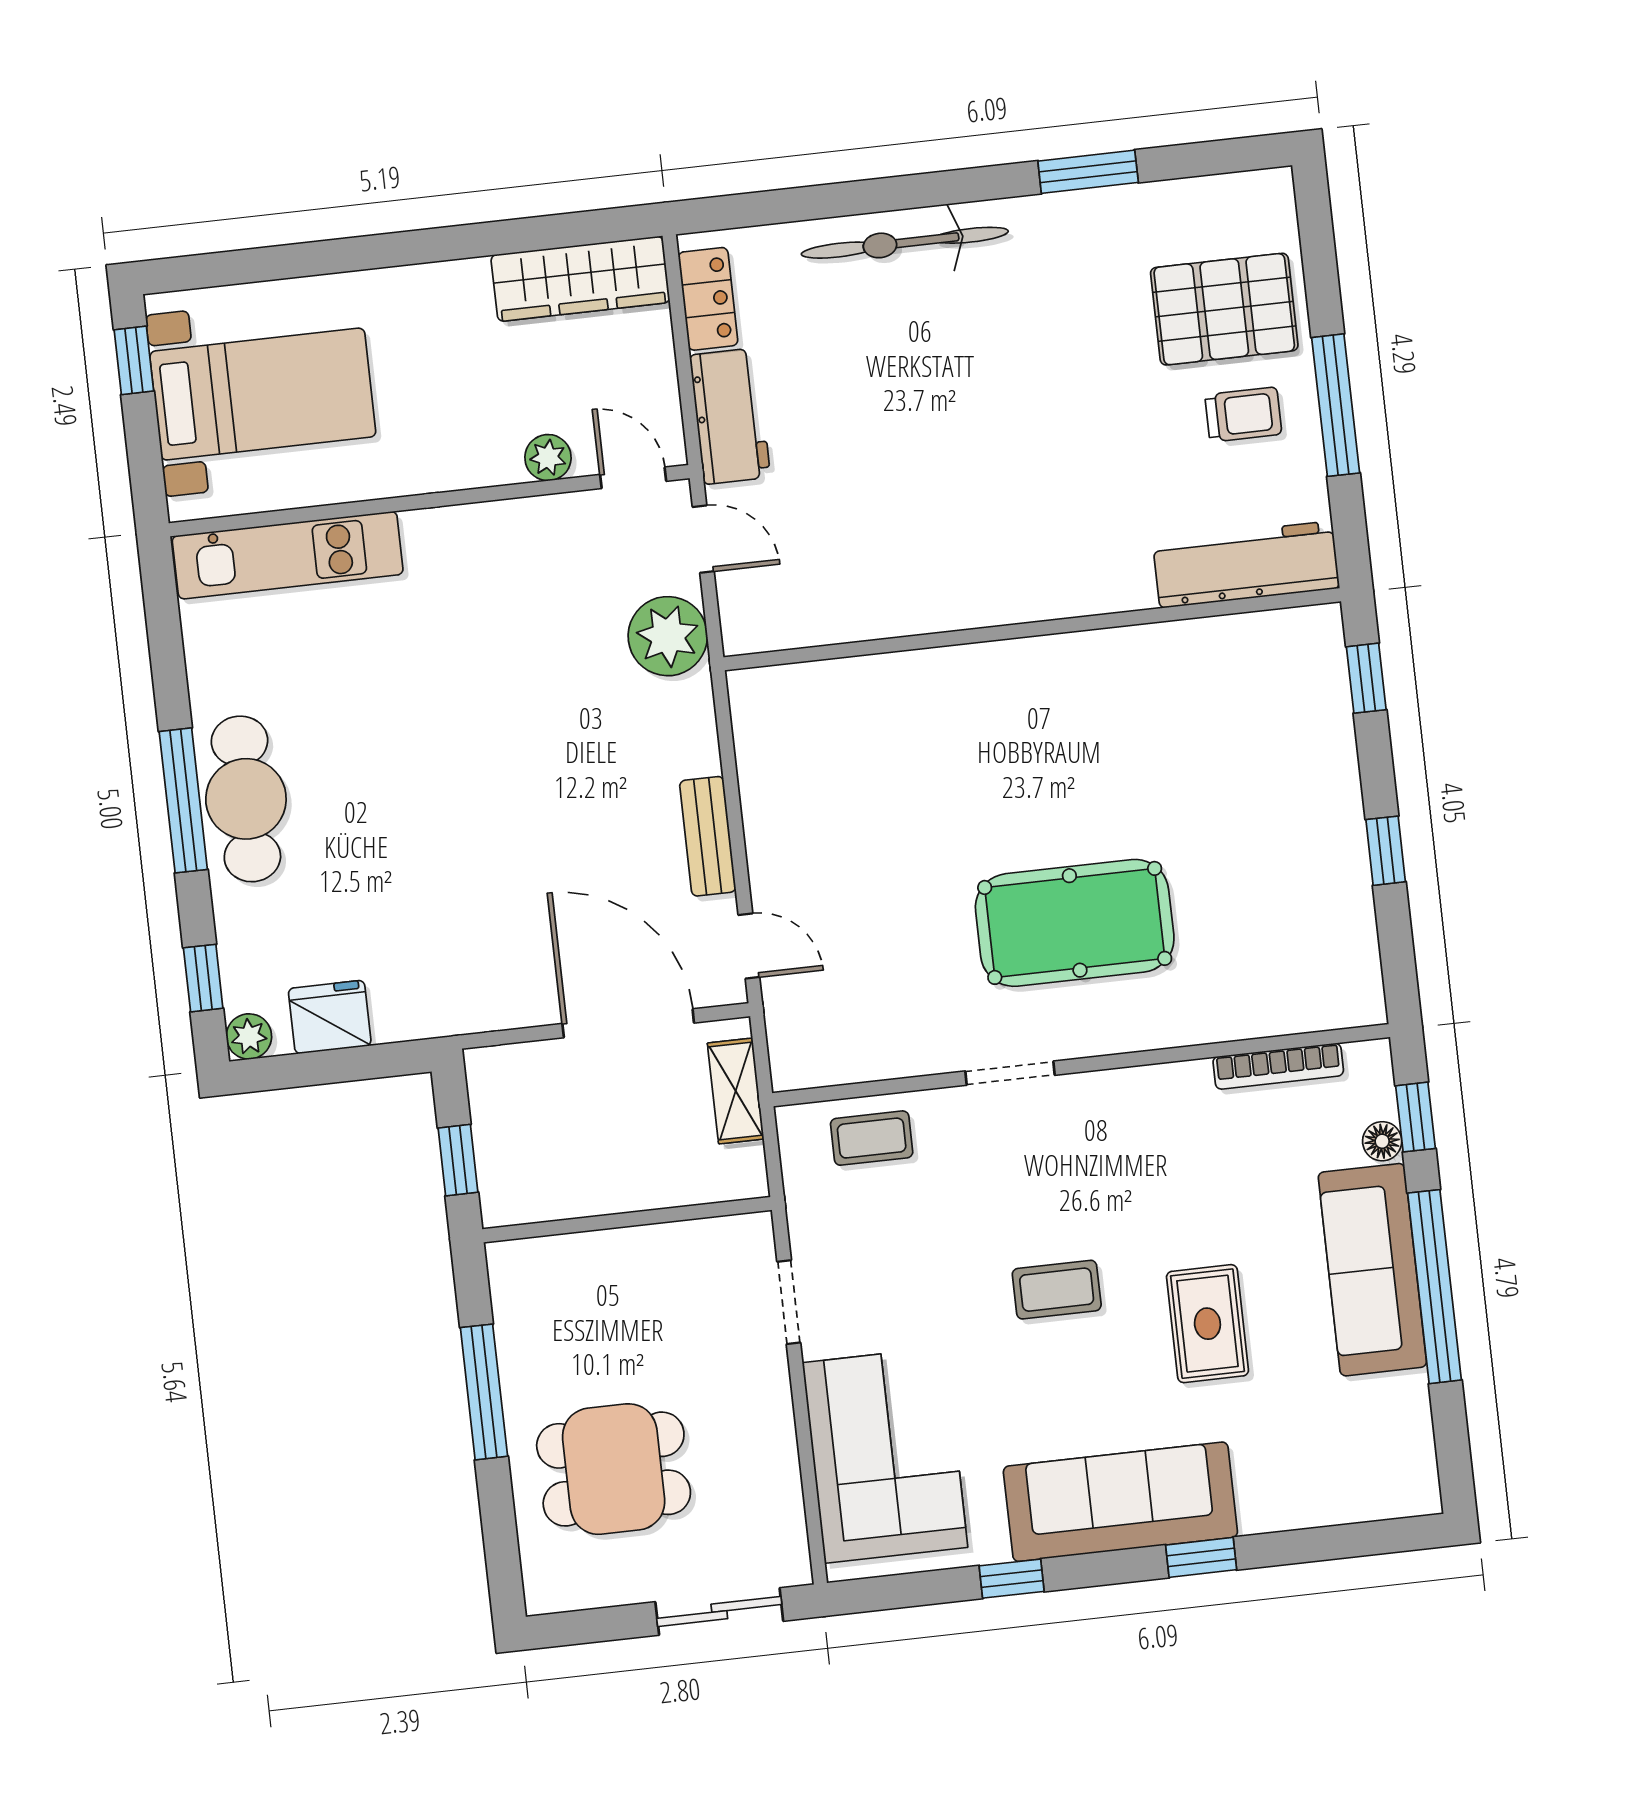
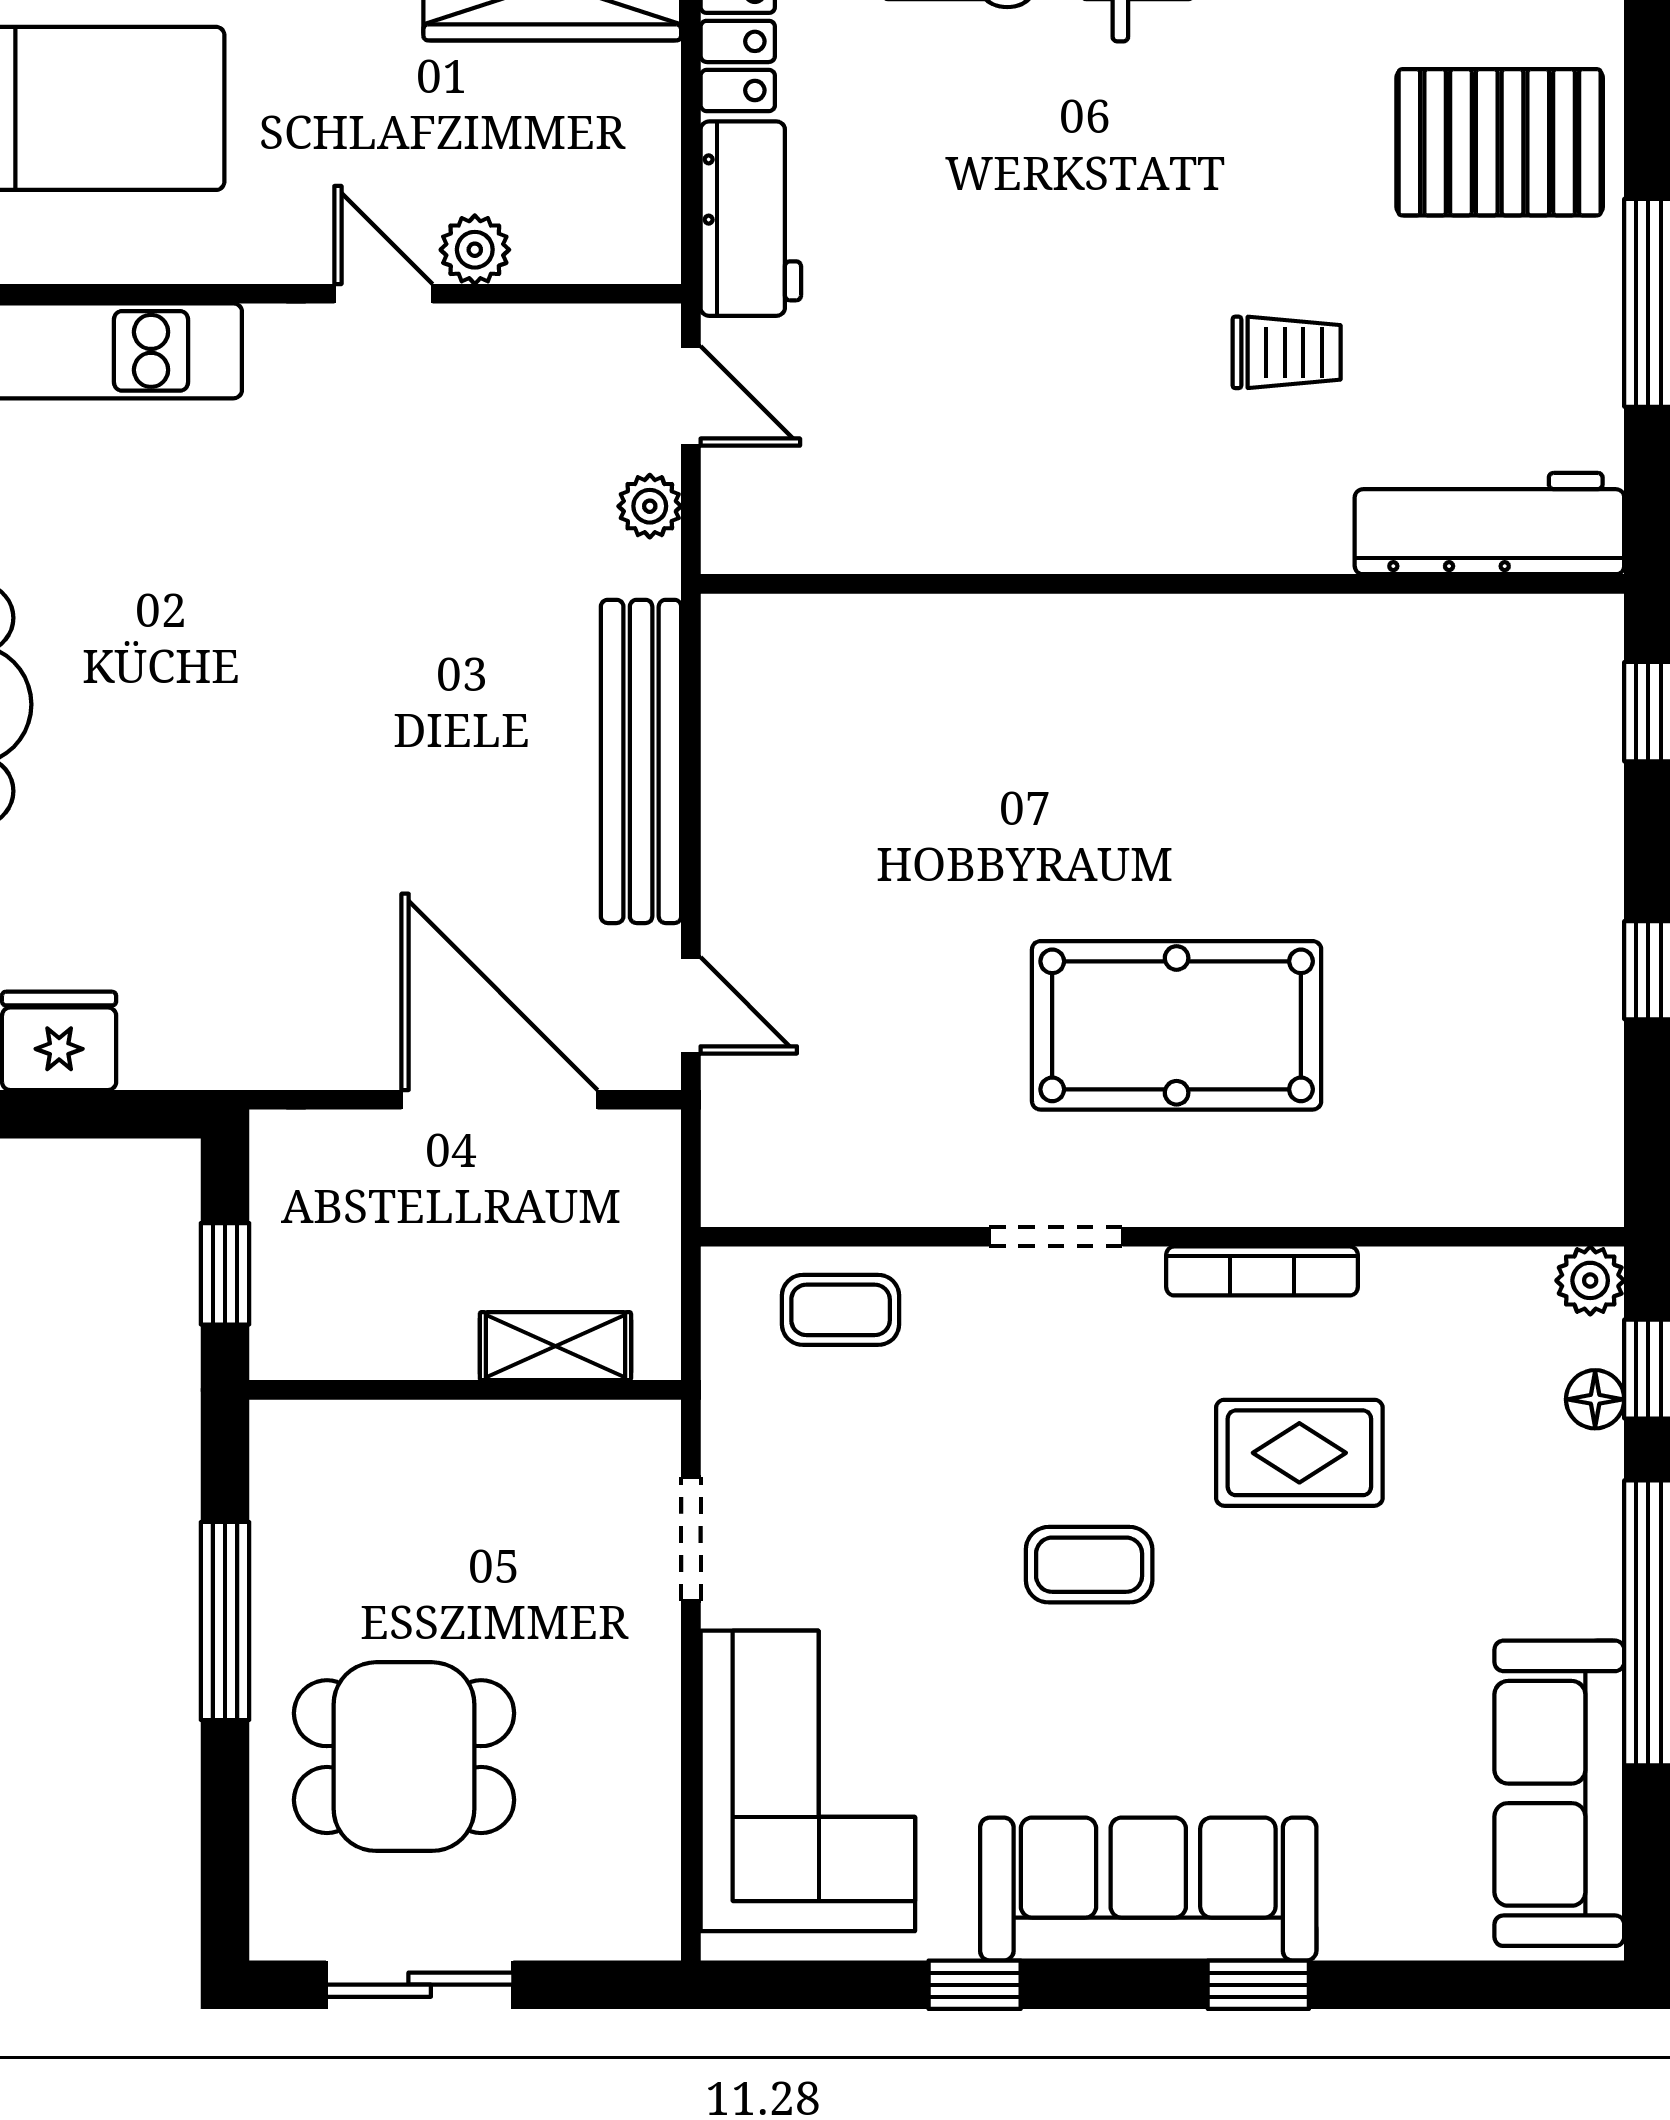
trolley: (1243, 414) -> (1287, 352), moved
door: (633, 478) -> (383, 294), moved
plant: (668, 636) -> (650, 506), width x0.53, depth x0.53
bench: (708, 836) -> (641, 761), width x1.86, depth x1.21
plant: (1370, 1062) -> (1590, 1280), added
bookcase: (1278, 1066) -> (1262, 1271), moved
shelving: (736, 1091) -> (555, 1346), moved, turned 90
sofa: (1372, 1270) -> (1559, 1793), moved
rug: (1207, 1324) -> (1299, 1453), moved, turned 90
sliding door: (719, 1611) -> (420, 1985), moved

